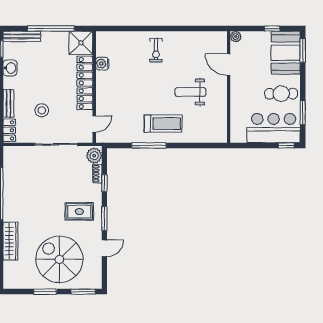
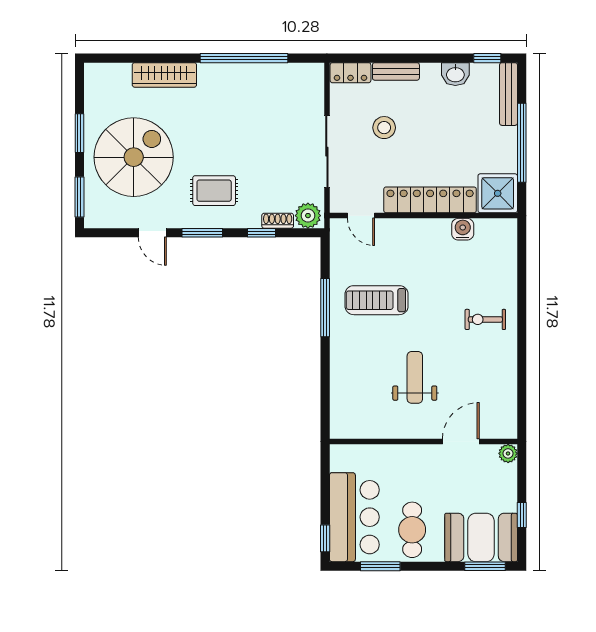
treadmill: (163, 124) -> (377, 300), moved, turned 90
rug: (79, 211) -> (214, 191), turned 90

